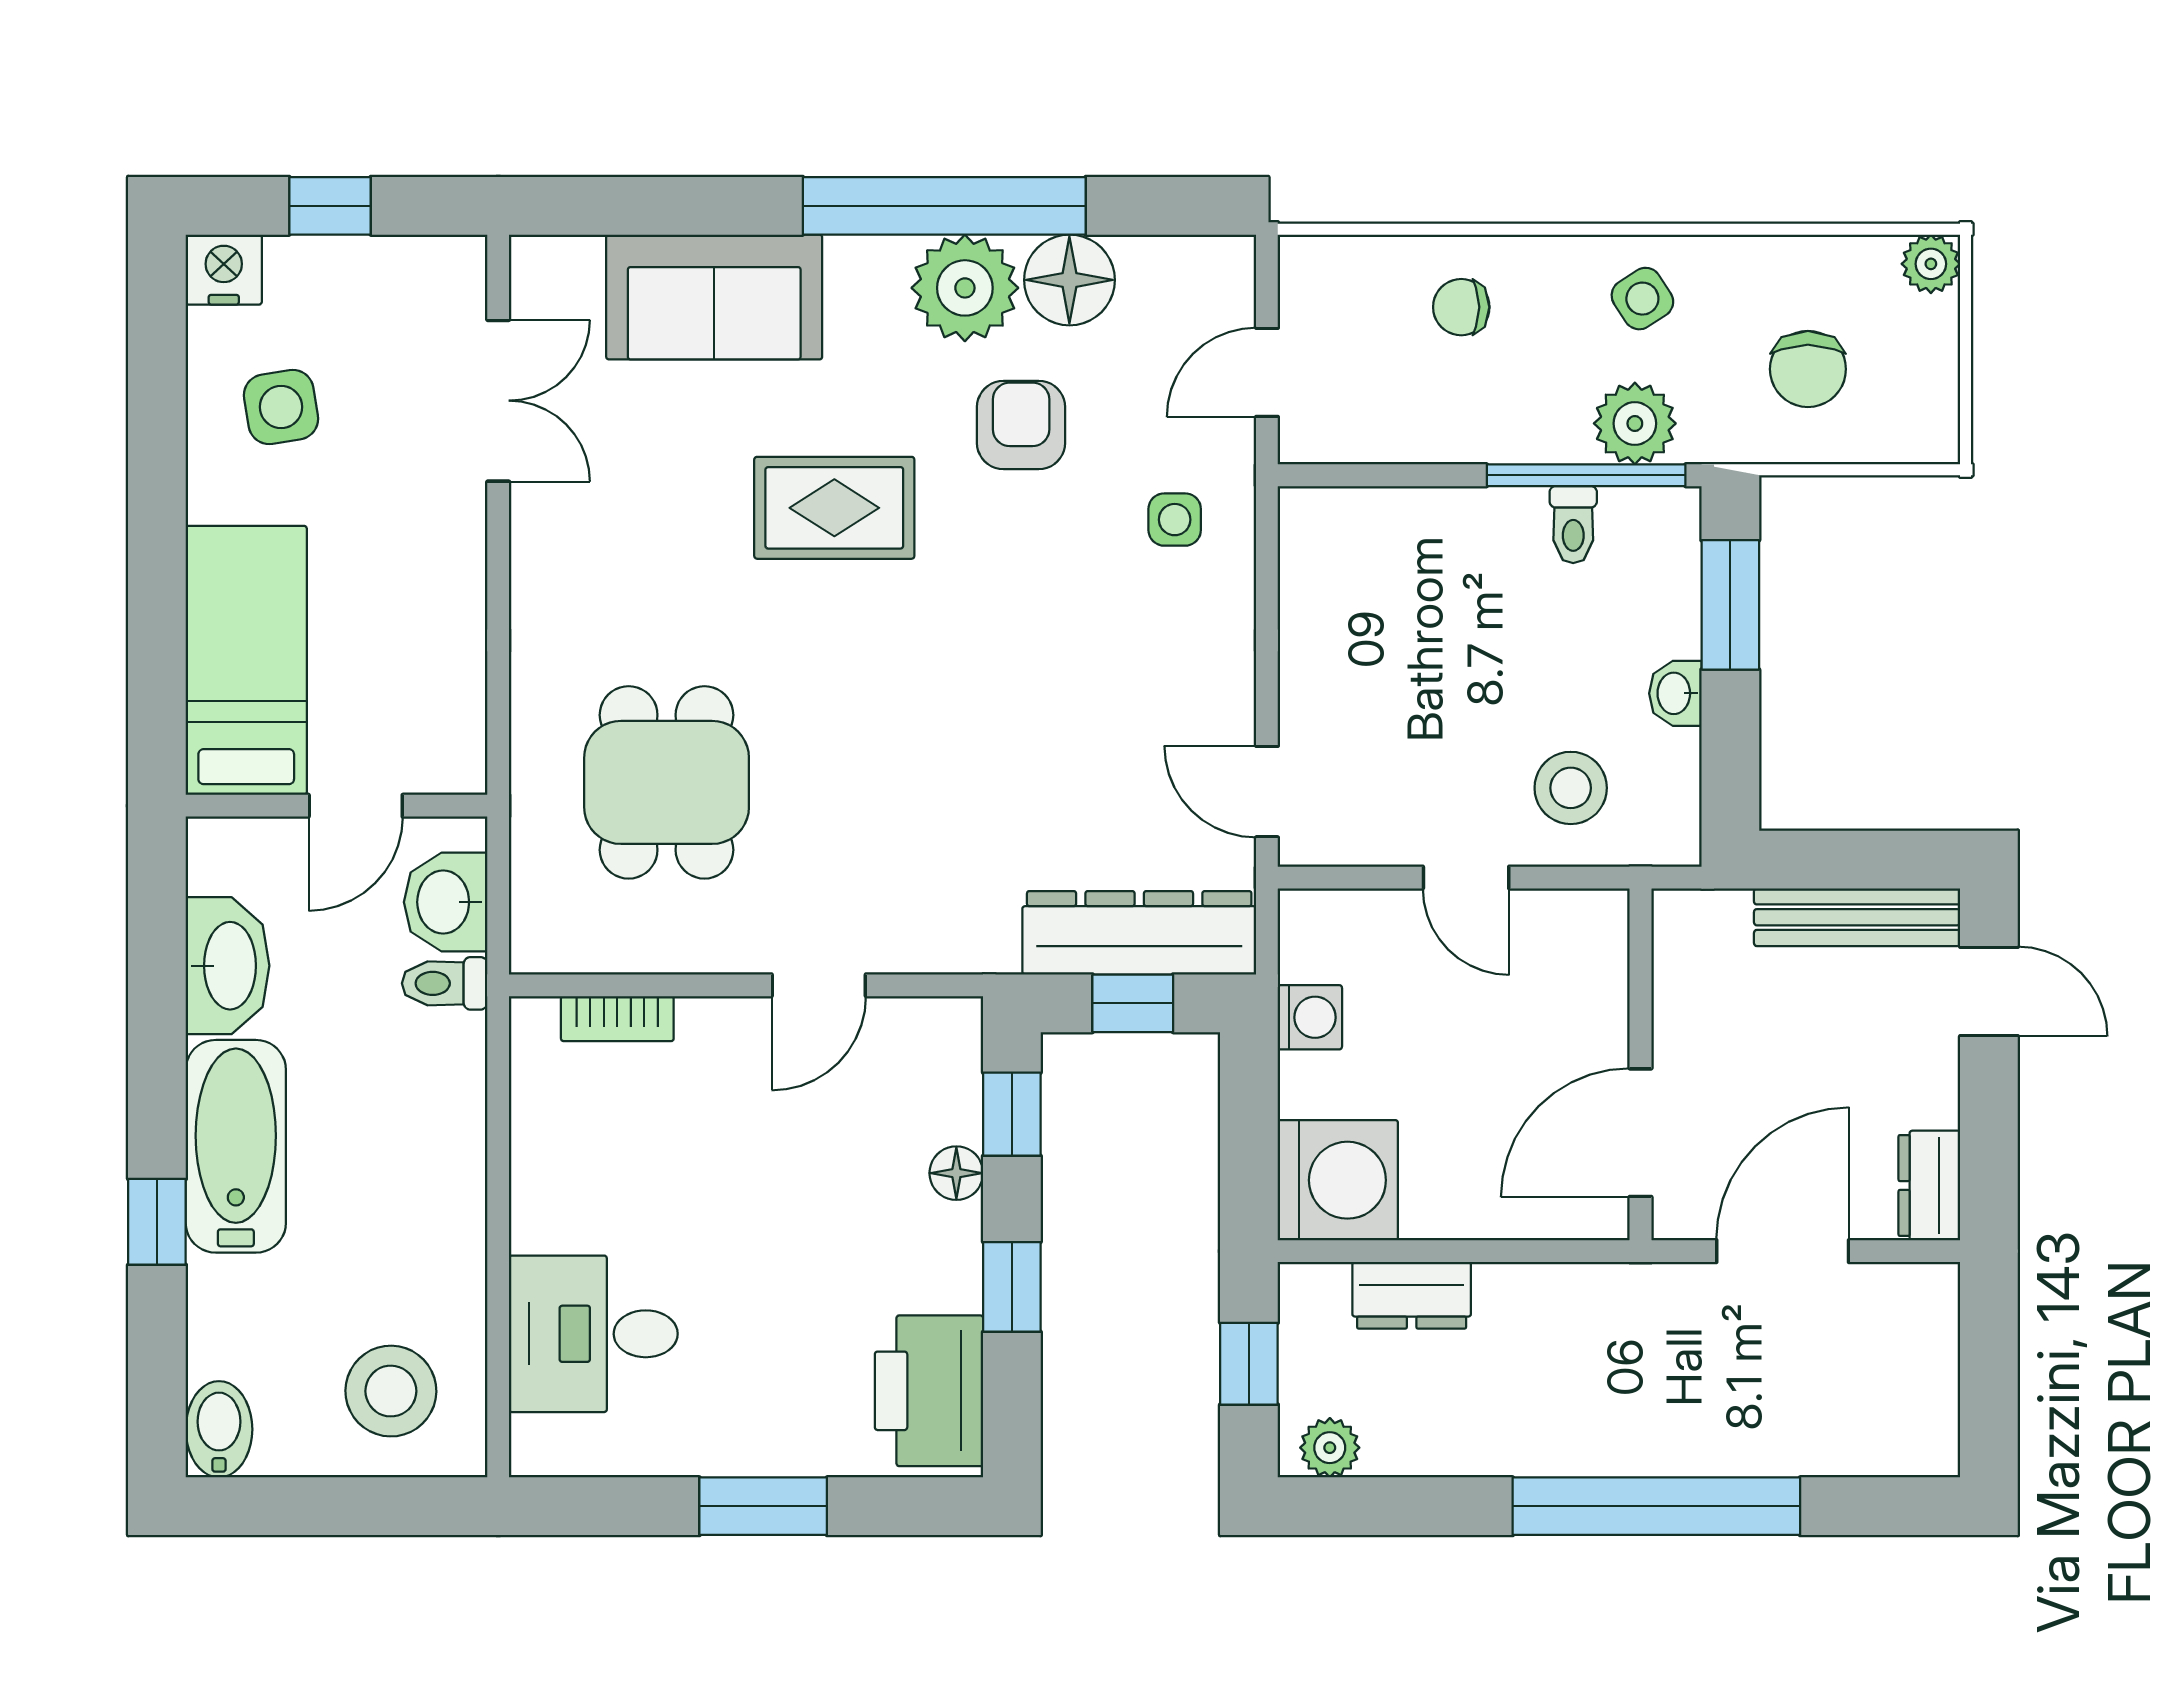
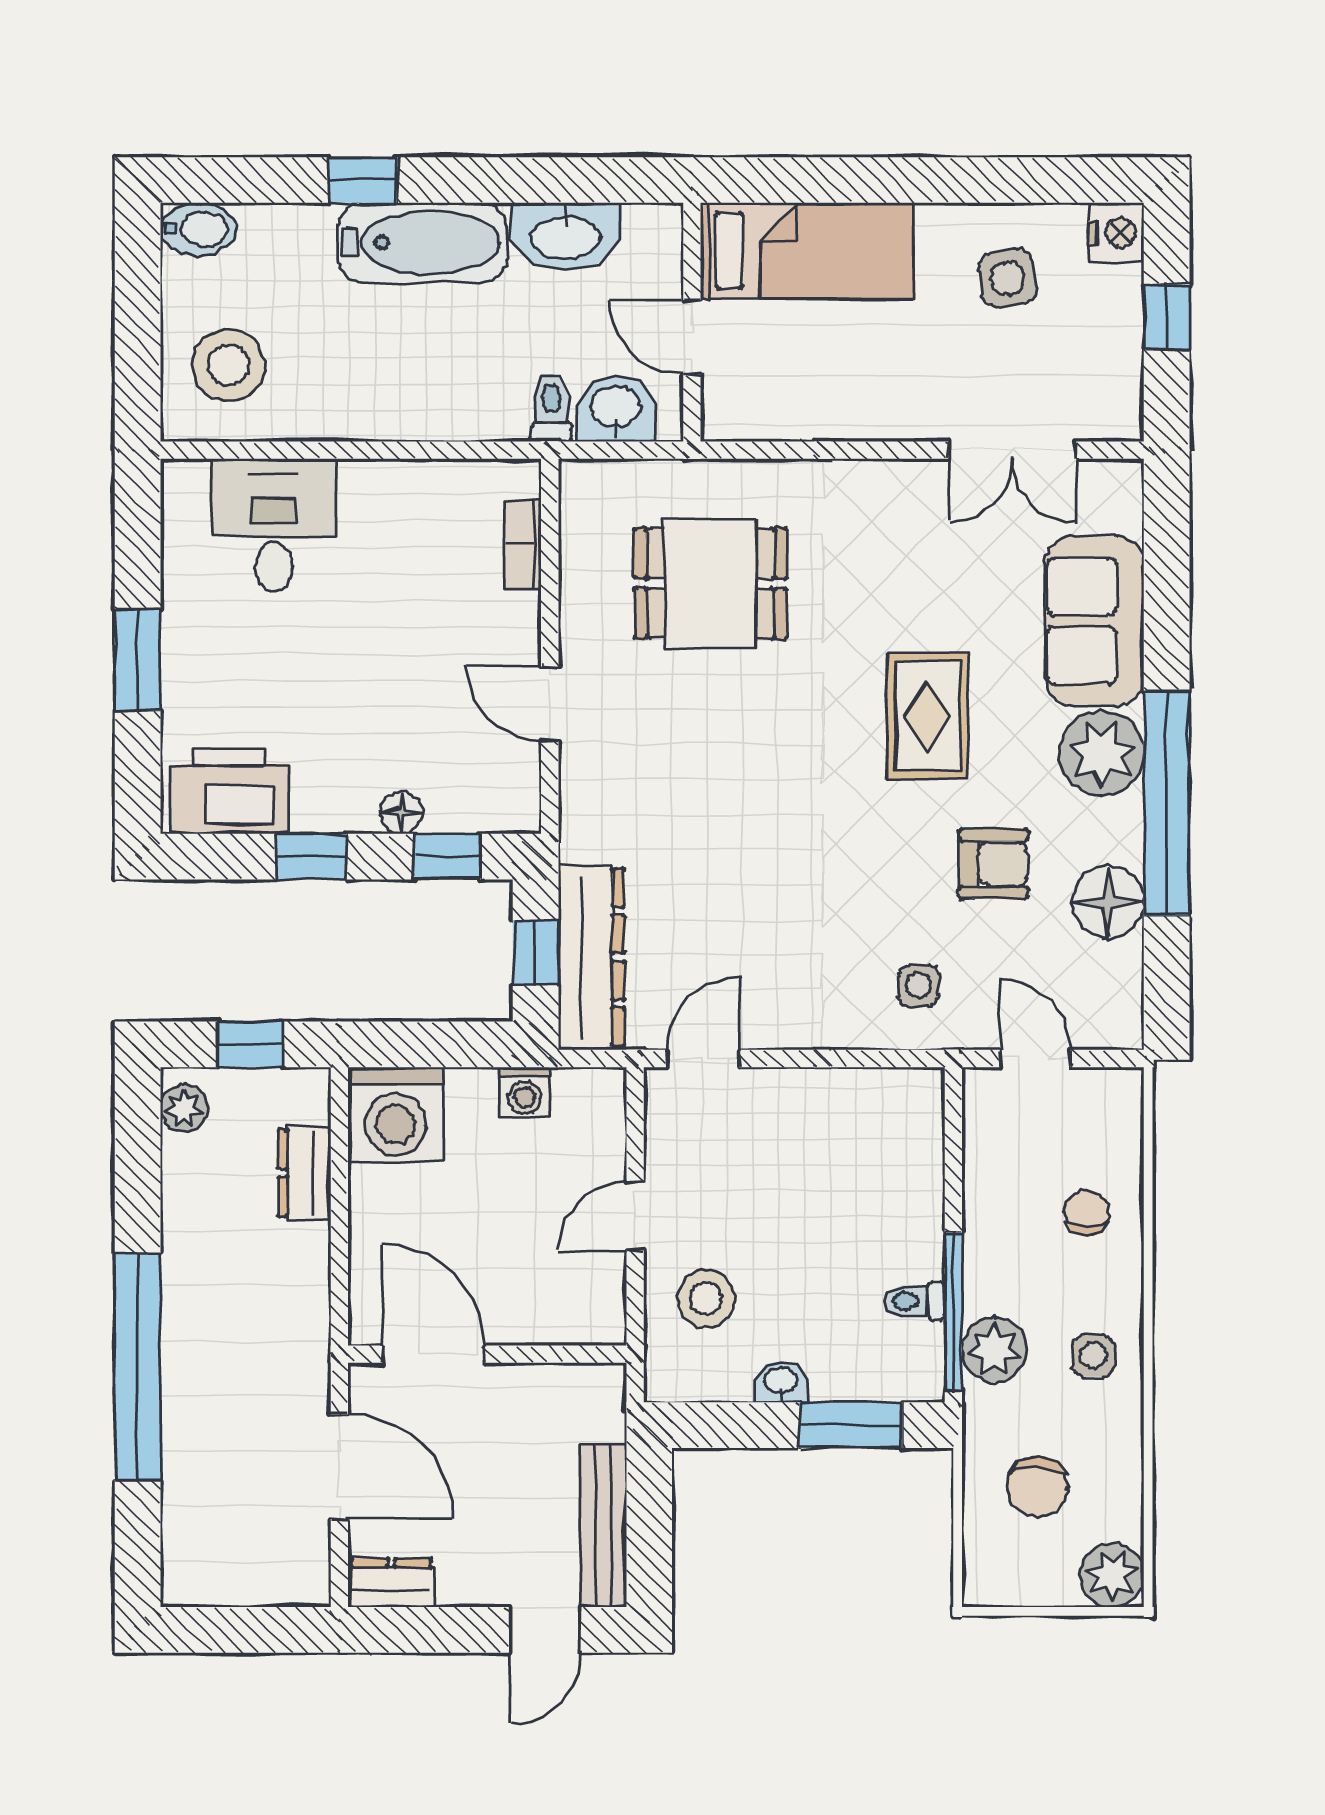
plant: (1931, 264) -> (1112, 1575), width x1.38, depth x1.38
plant: (965, 288) -> (1102, 753), moved
side table: (1642, 299) -> (1093, 1356), turned 33
chair: (1808, 369) -> (1037, 1487), turned -90

